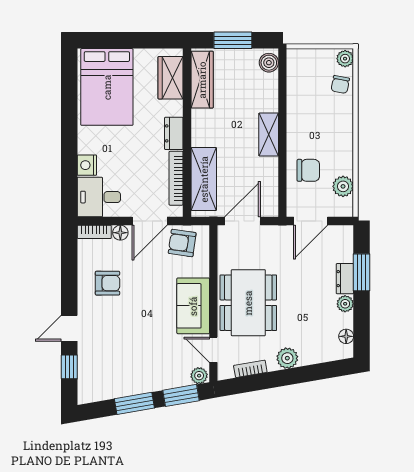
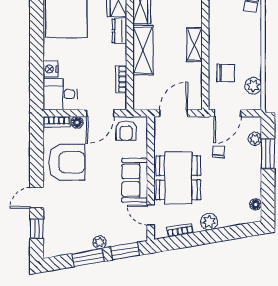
dresser: (174, 133) -> (119, 31), moved
bookcase: (176, 178) -> (121, 79), width x0.64
shelving: (204, 179) -> (143, 50), moved
armchair: (182, 243) -> (126, 131), turned -98
chair: (299, 270) -> (219, 152), added
dresser: (345, 279) -> (255, 159), removed
armchair: (107, 283) -> (67, 162), width x1.88, depth x1.88
plant: (345, 304) -> (255, 139), moved
plant: (199, 376) -> (100, 242), moved

